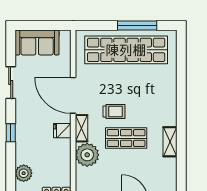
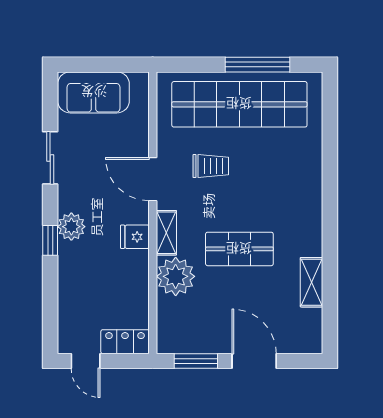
door: (73, 95) -> (153, 179), width x0.73
trolley: (114, 112) -> (211, 166), moved
shelving: (170, 142) -> (311, 282), moved
plant: (24, 173) -> (71, 227), moved

